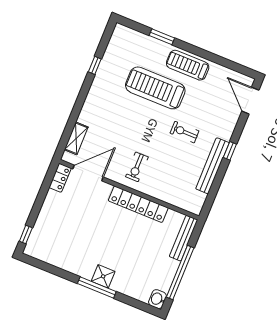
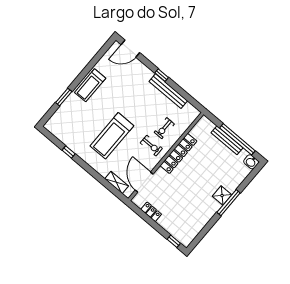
treadmill: (155, 88) -> (112, 136), moved
exercise bike: (184, 132) -> (164, 128), moved
locker: (60, 178) -> (151, 212), moved
bench: (184, 238) -> (227, 140), moved

